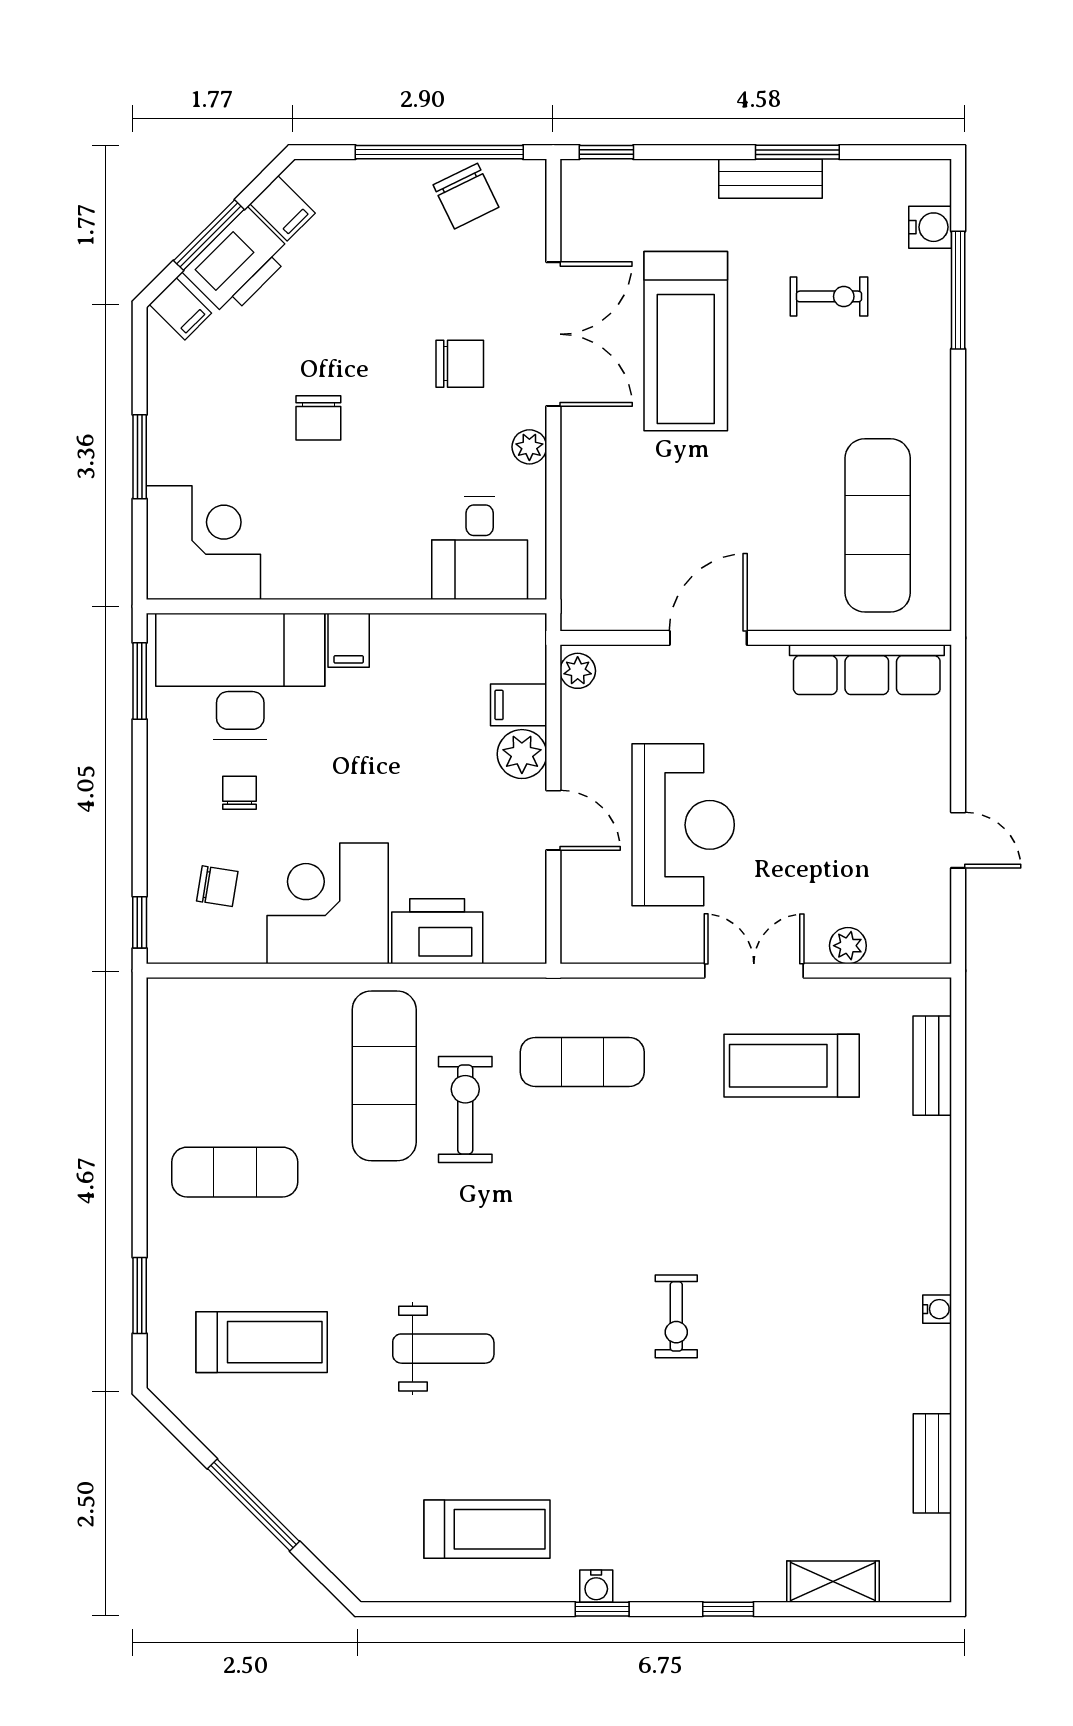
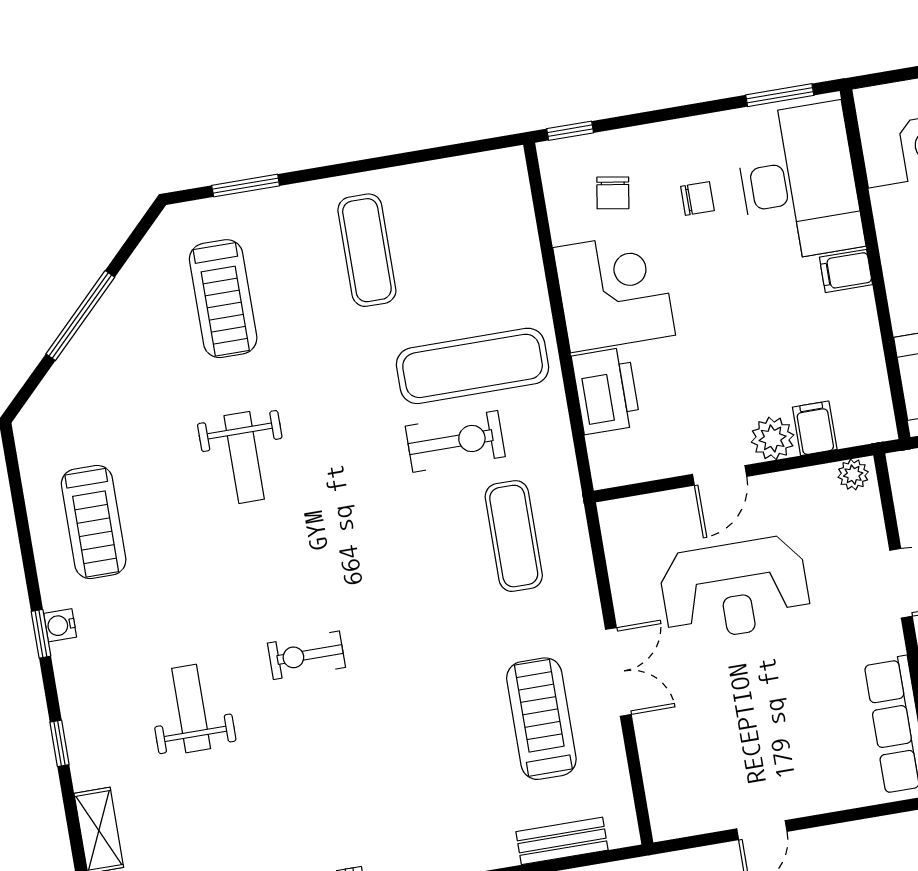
plant: (848, 946) -> (654, 750), removed
weight bench: (714, 1455) -> (191, 709), added

